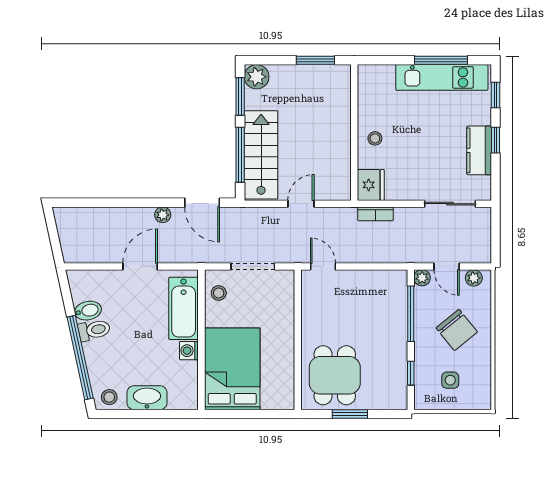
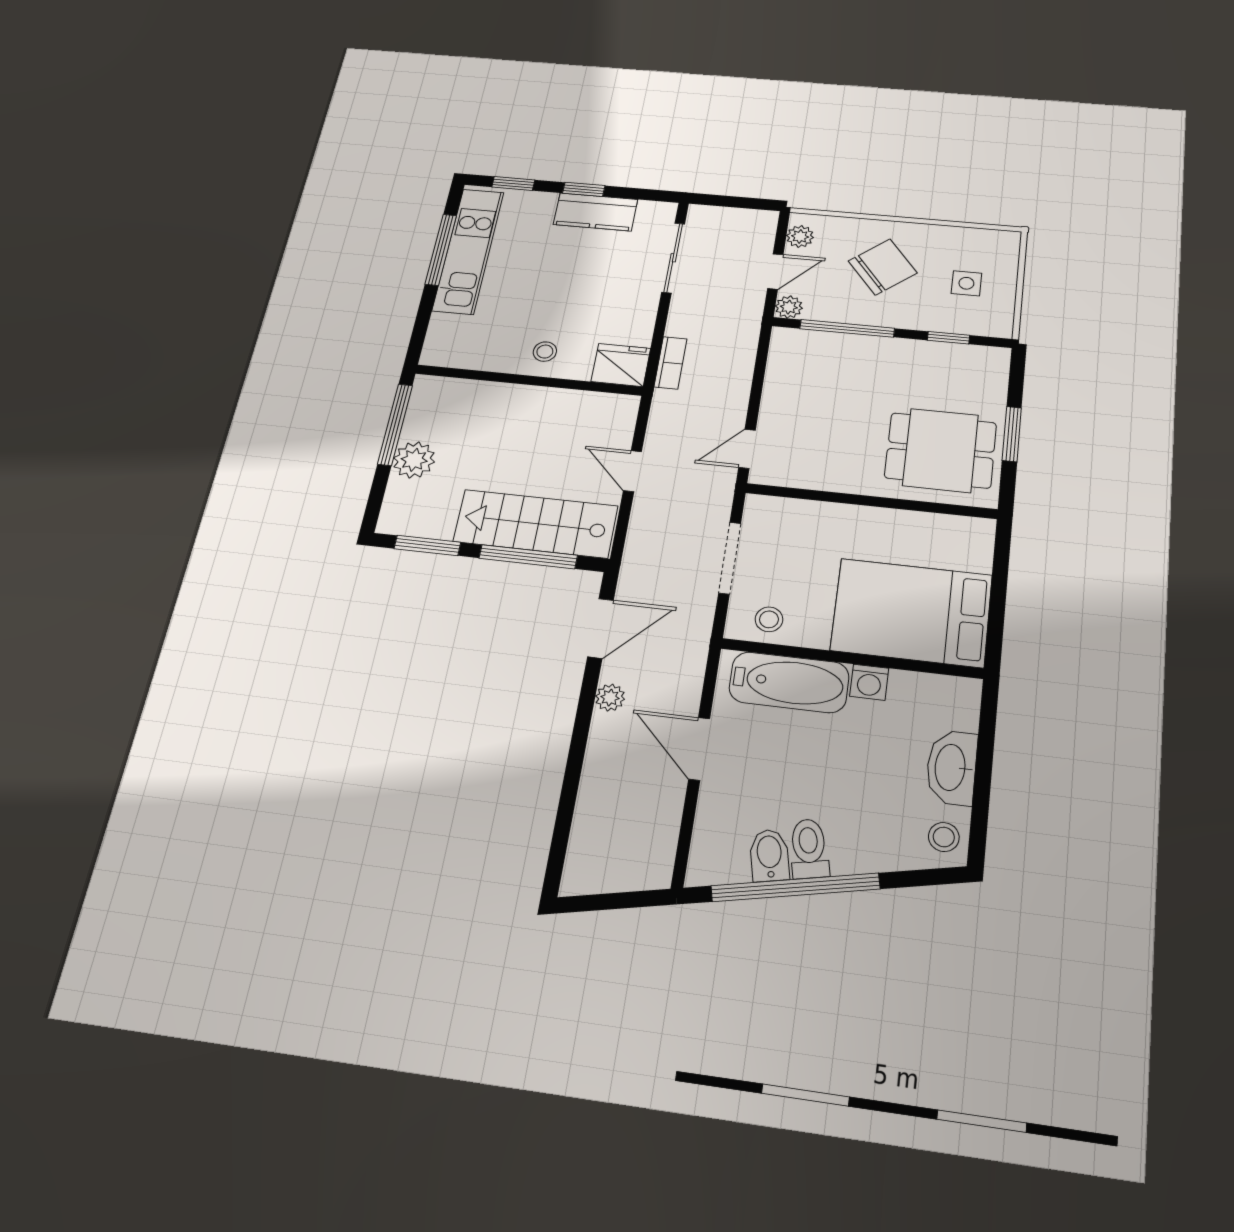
window: (315, 60) -> (395, 425), width x1.44
plant: (257, 77) -> (414, 460), moved
window: (80, 358) -> (795, 887), moved

